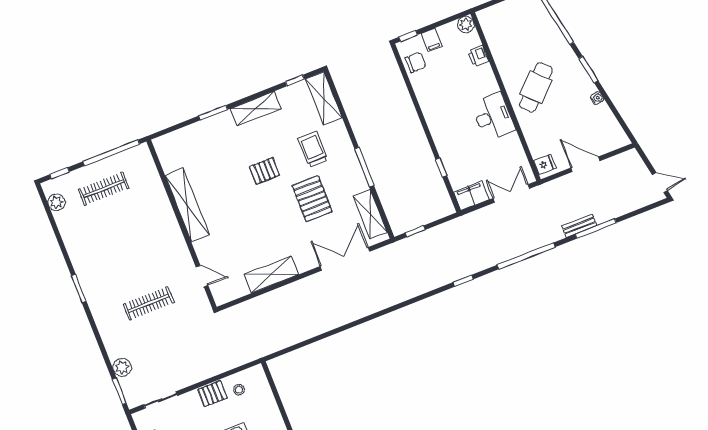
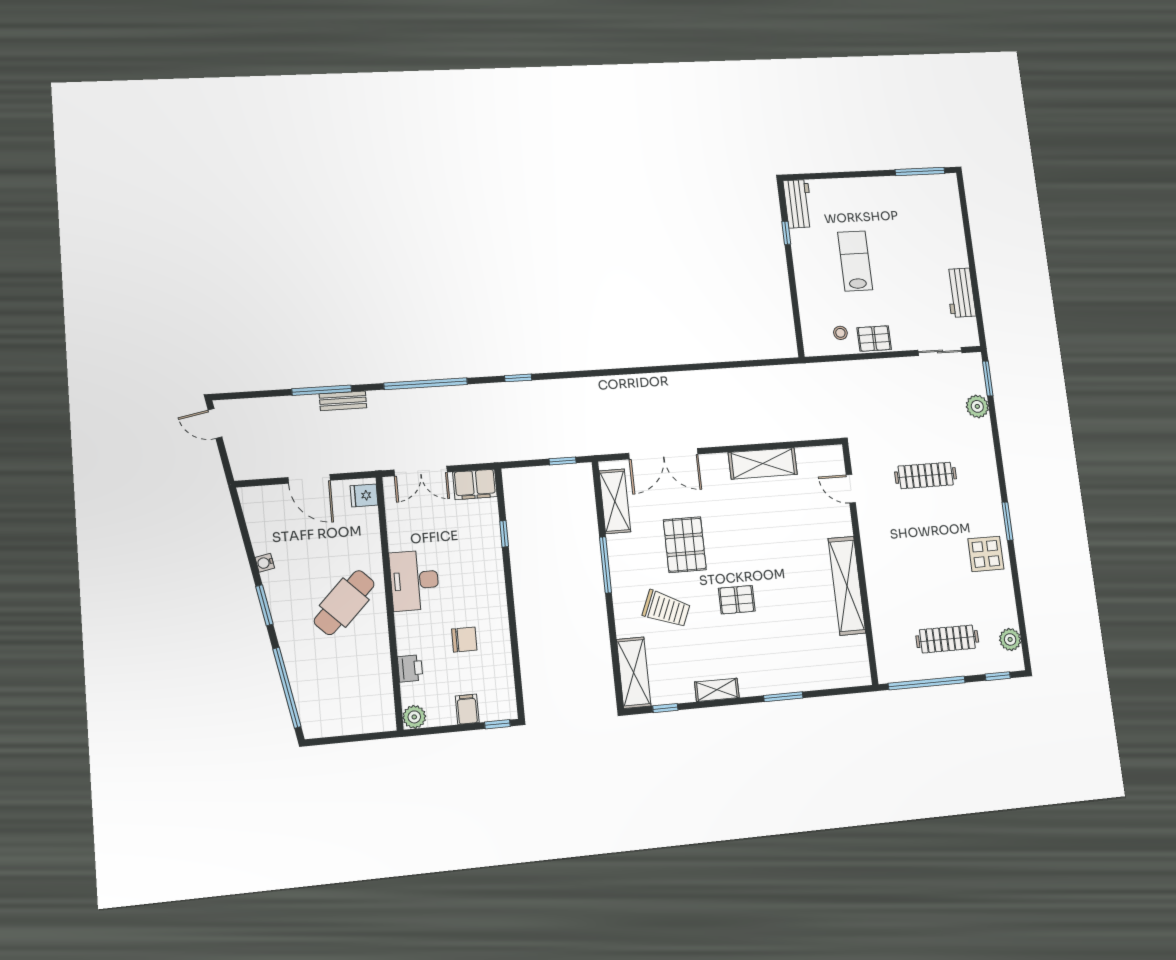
chair: (416, 62) -> (464, 640), moved, turned 180
shelving: (255, 109) -> (717, 690), width x0.67, depth x0.75
trolley: (313, 149) -> (666, 609), turned -67
display table: (90, 259) -> (986, 554), added

